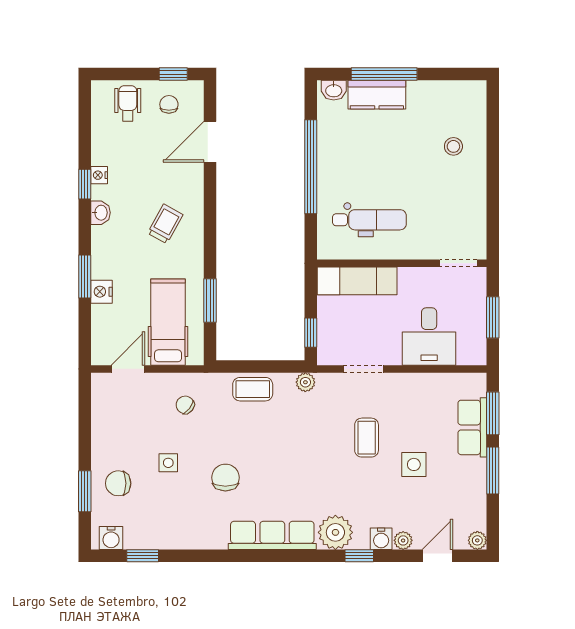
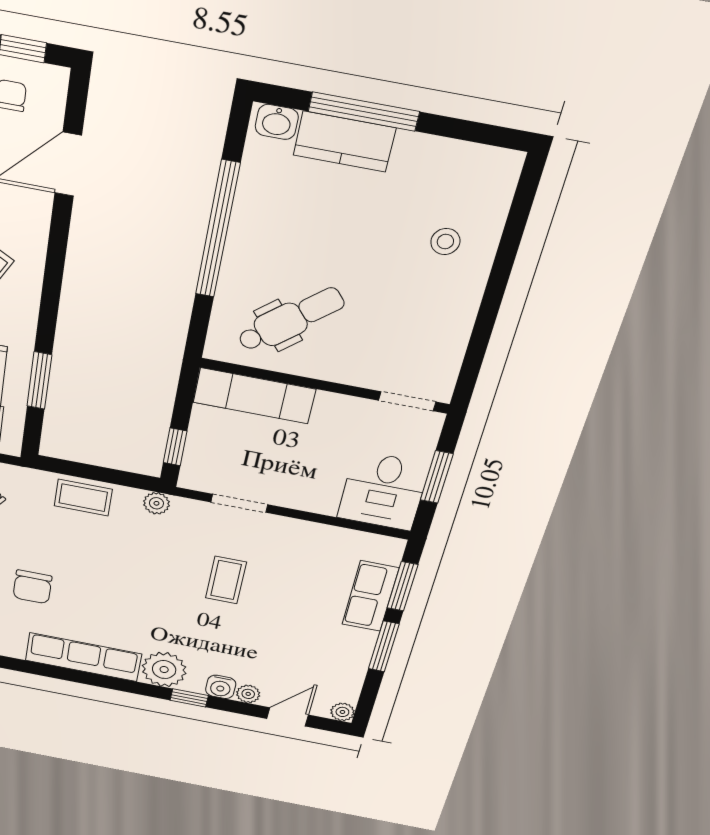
dental chair: (369, 220) -> (291, 320), turned -40
desk: (429, 337) -> (383, 491), moved
side table: (414, 464) -> (282, 620), removed
chair: (225, 478) -> (32, 587), turned 180

